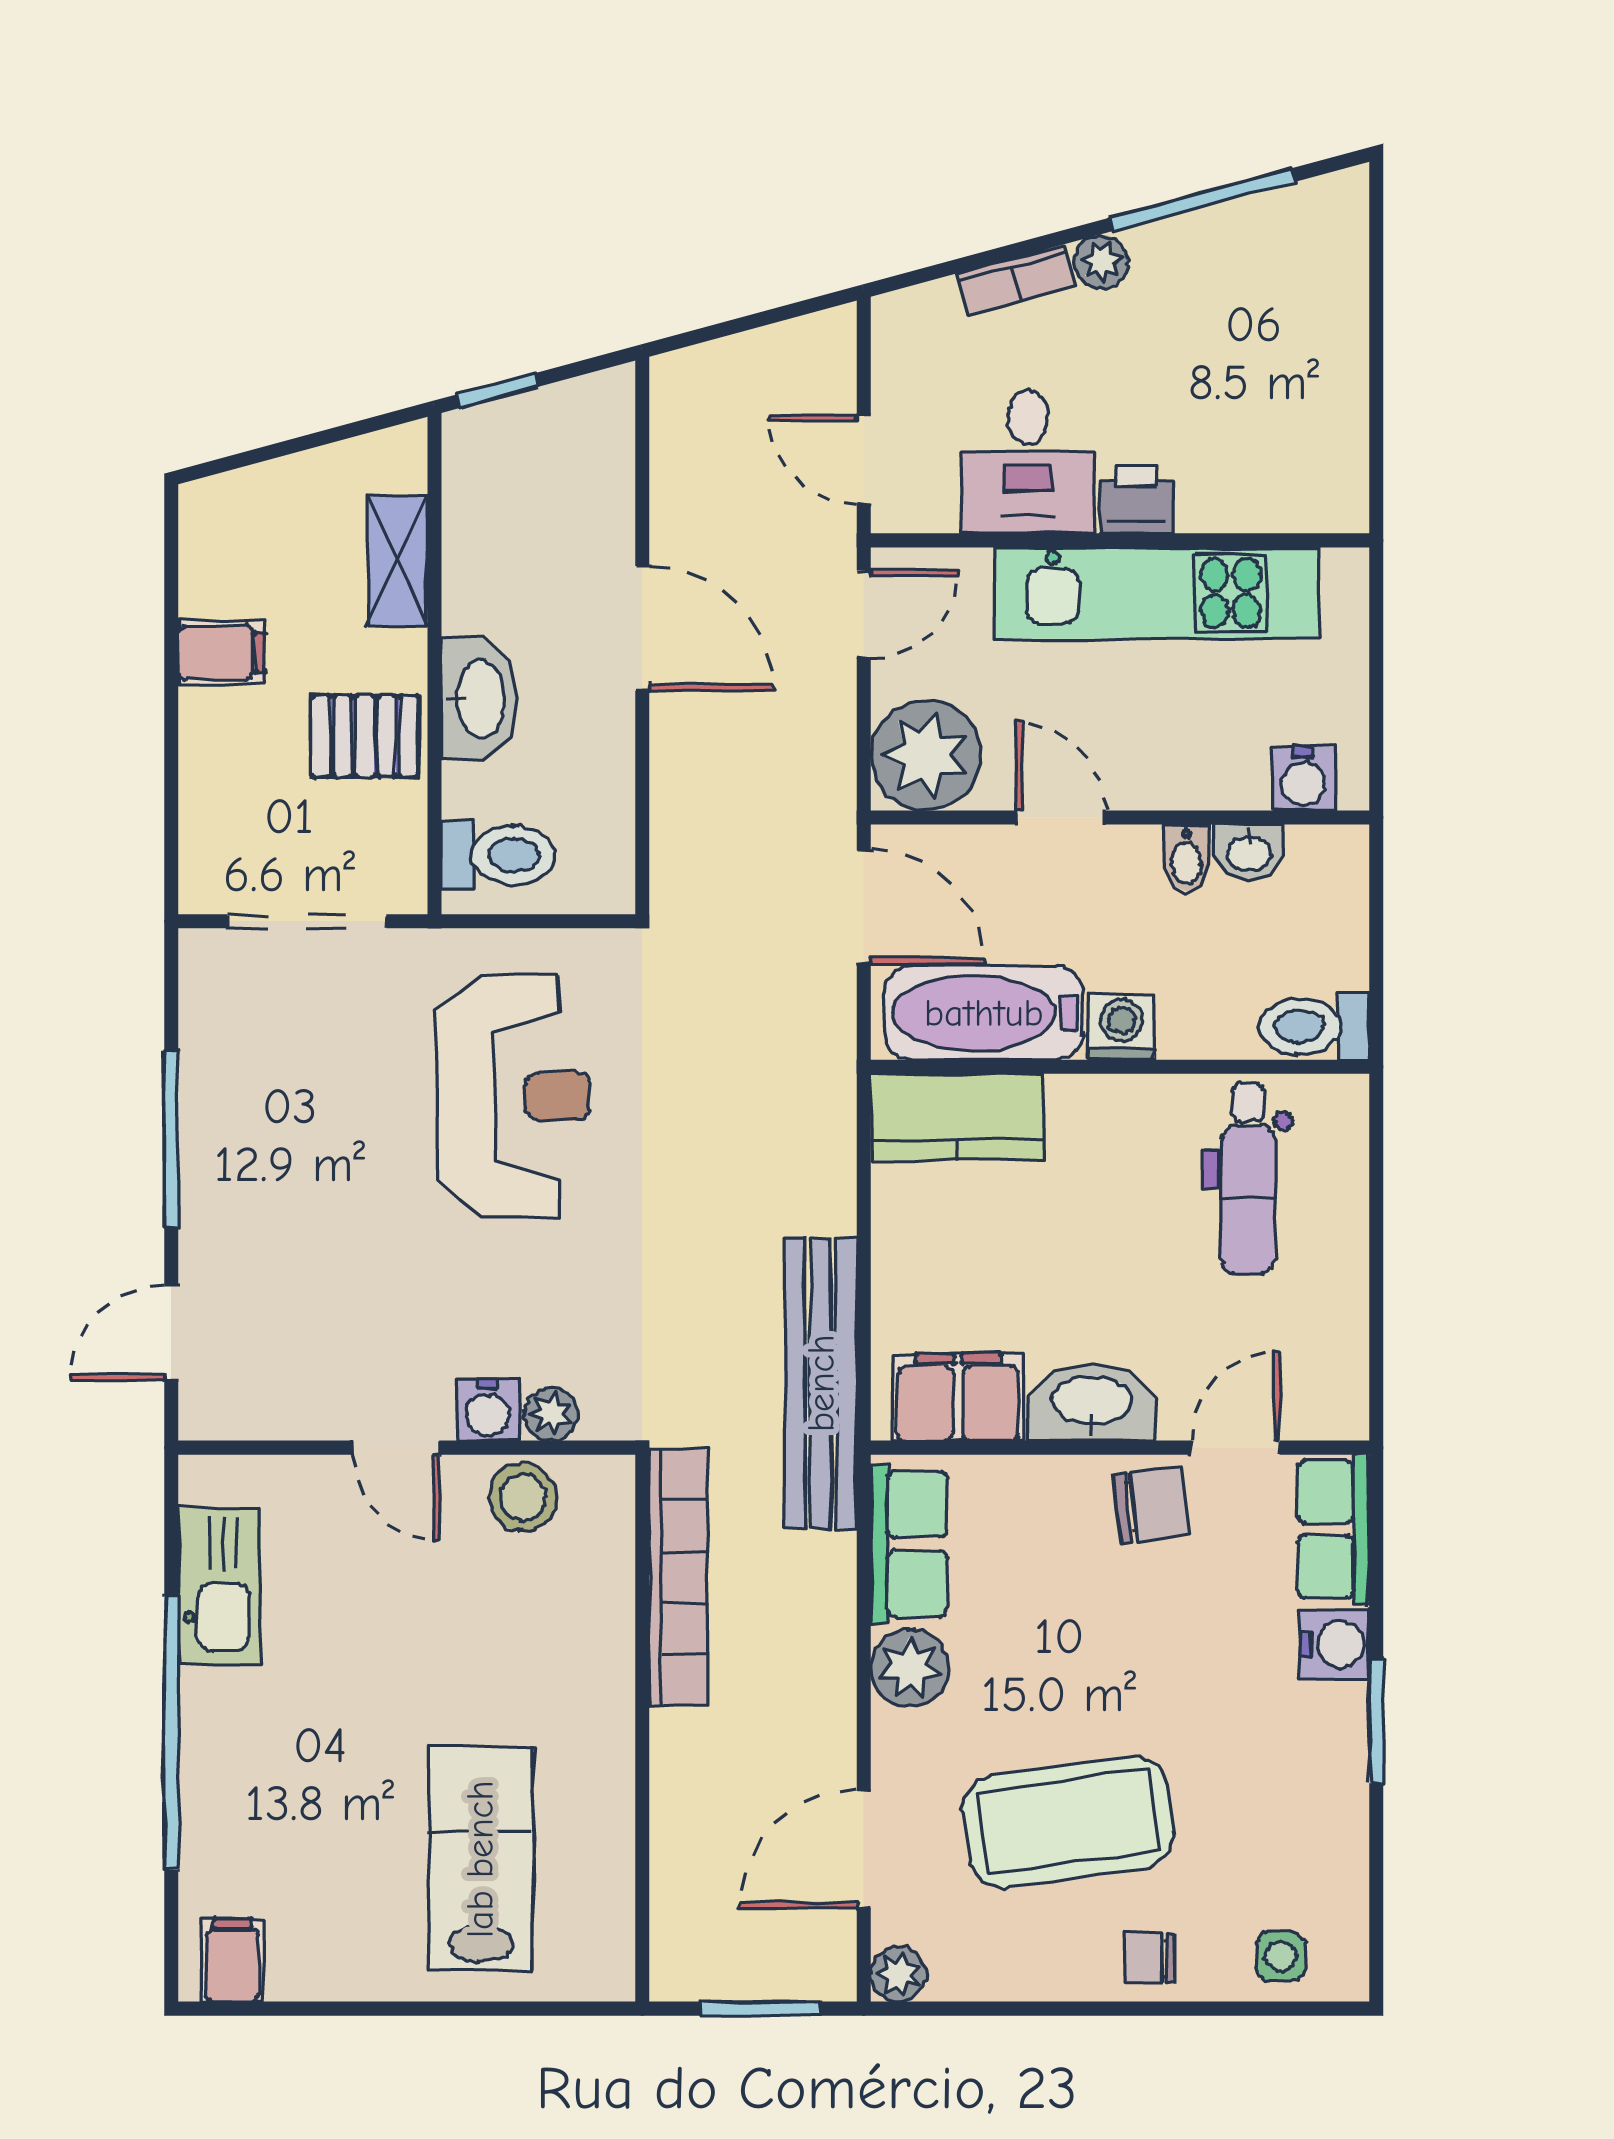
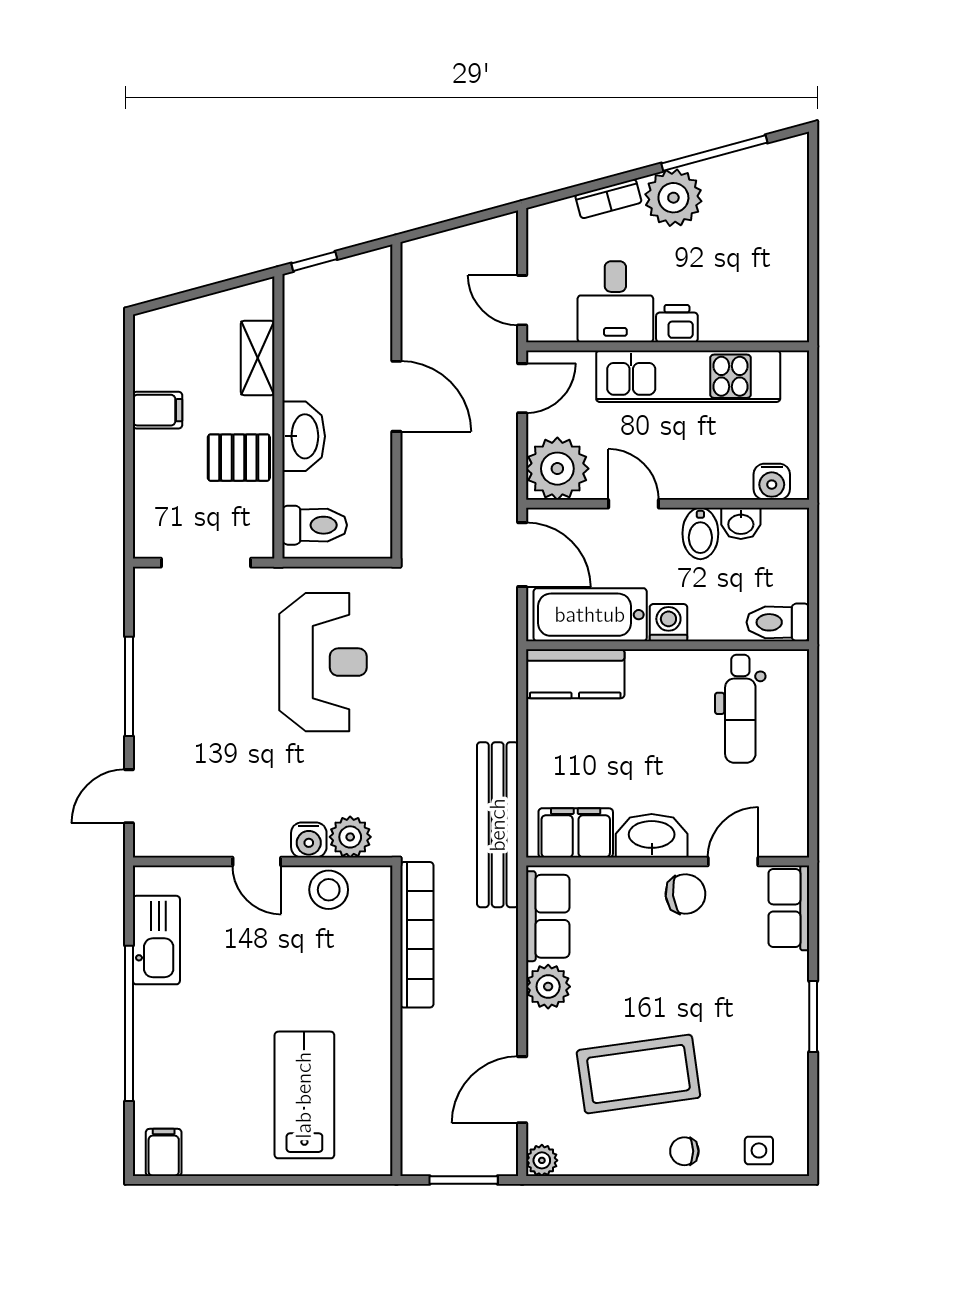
plant: (1101, 262) -> (673, 198), width x1.88, depth x1.88
bidet: (1186, 858) -> (700, 533), width x1.38, depth x1.36
plant: (551, 1414) -> (350, 837), width x1.38, depth x1.38
water cooler: (1335, 1645) -> (789, 973), removed

